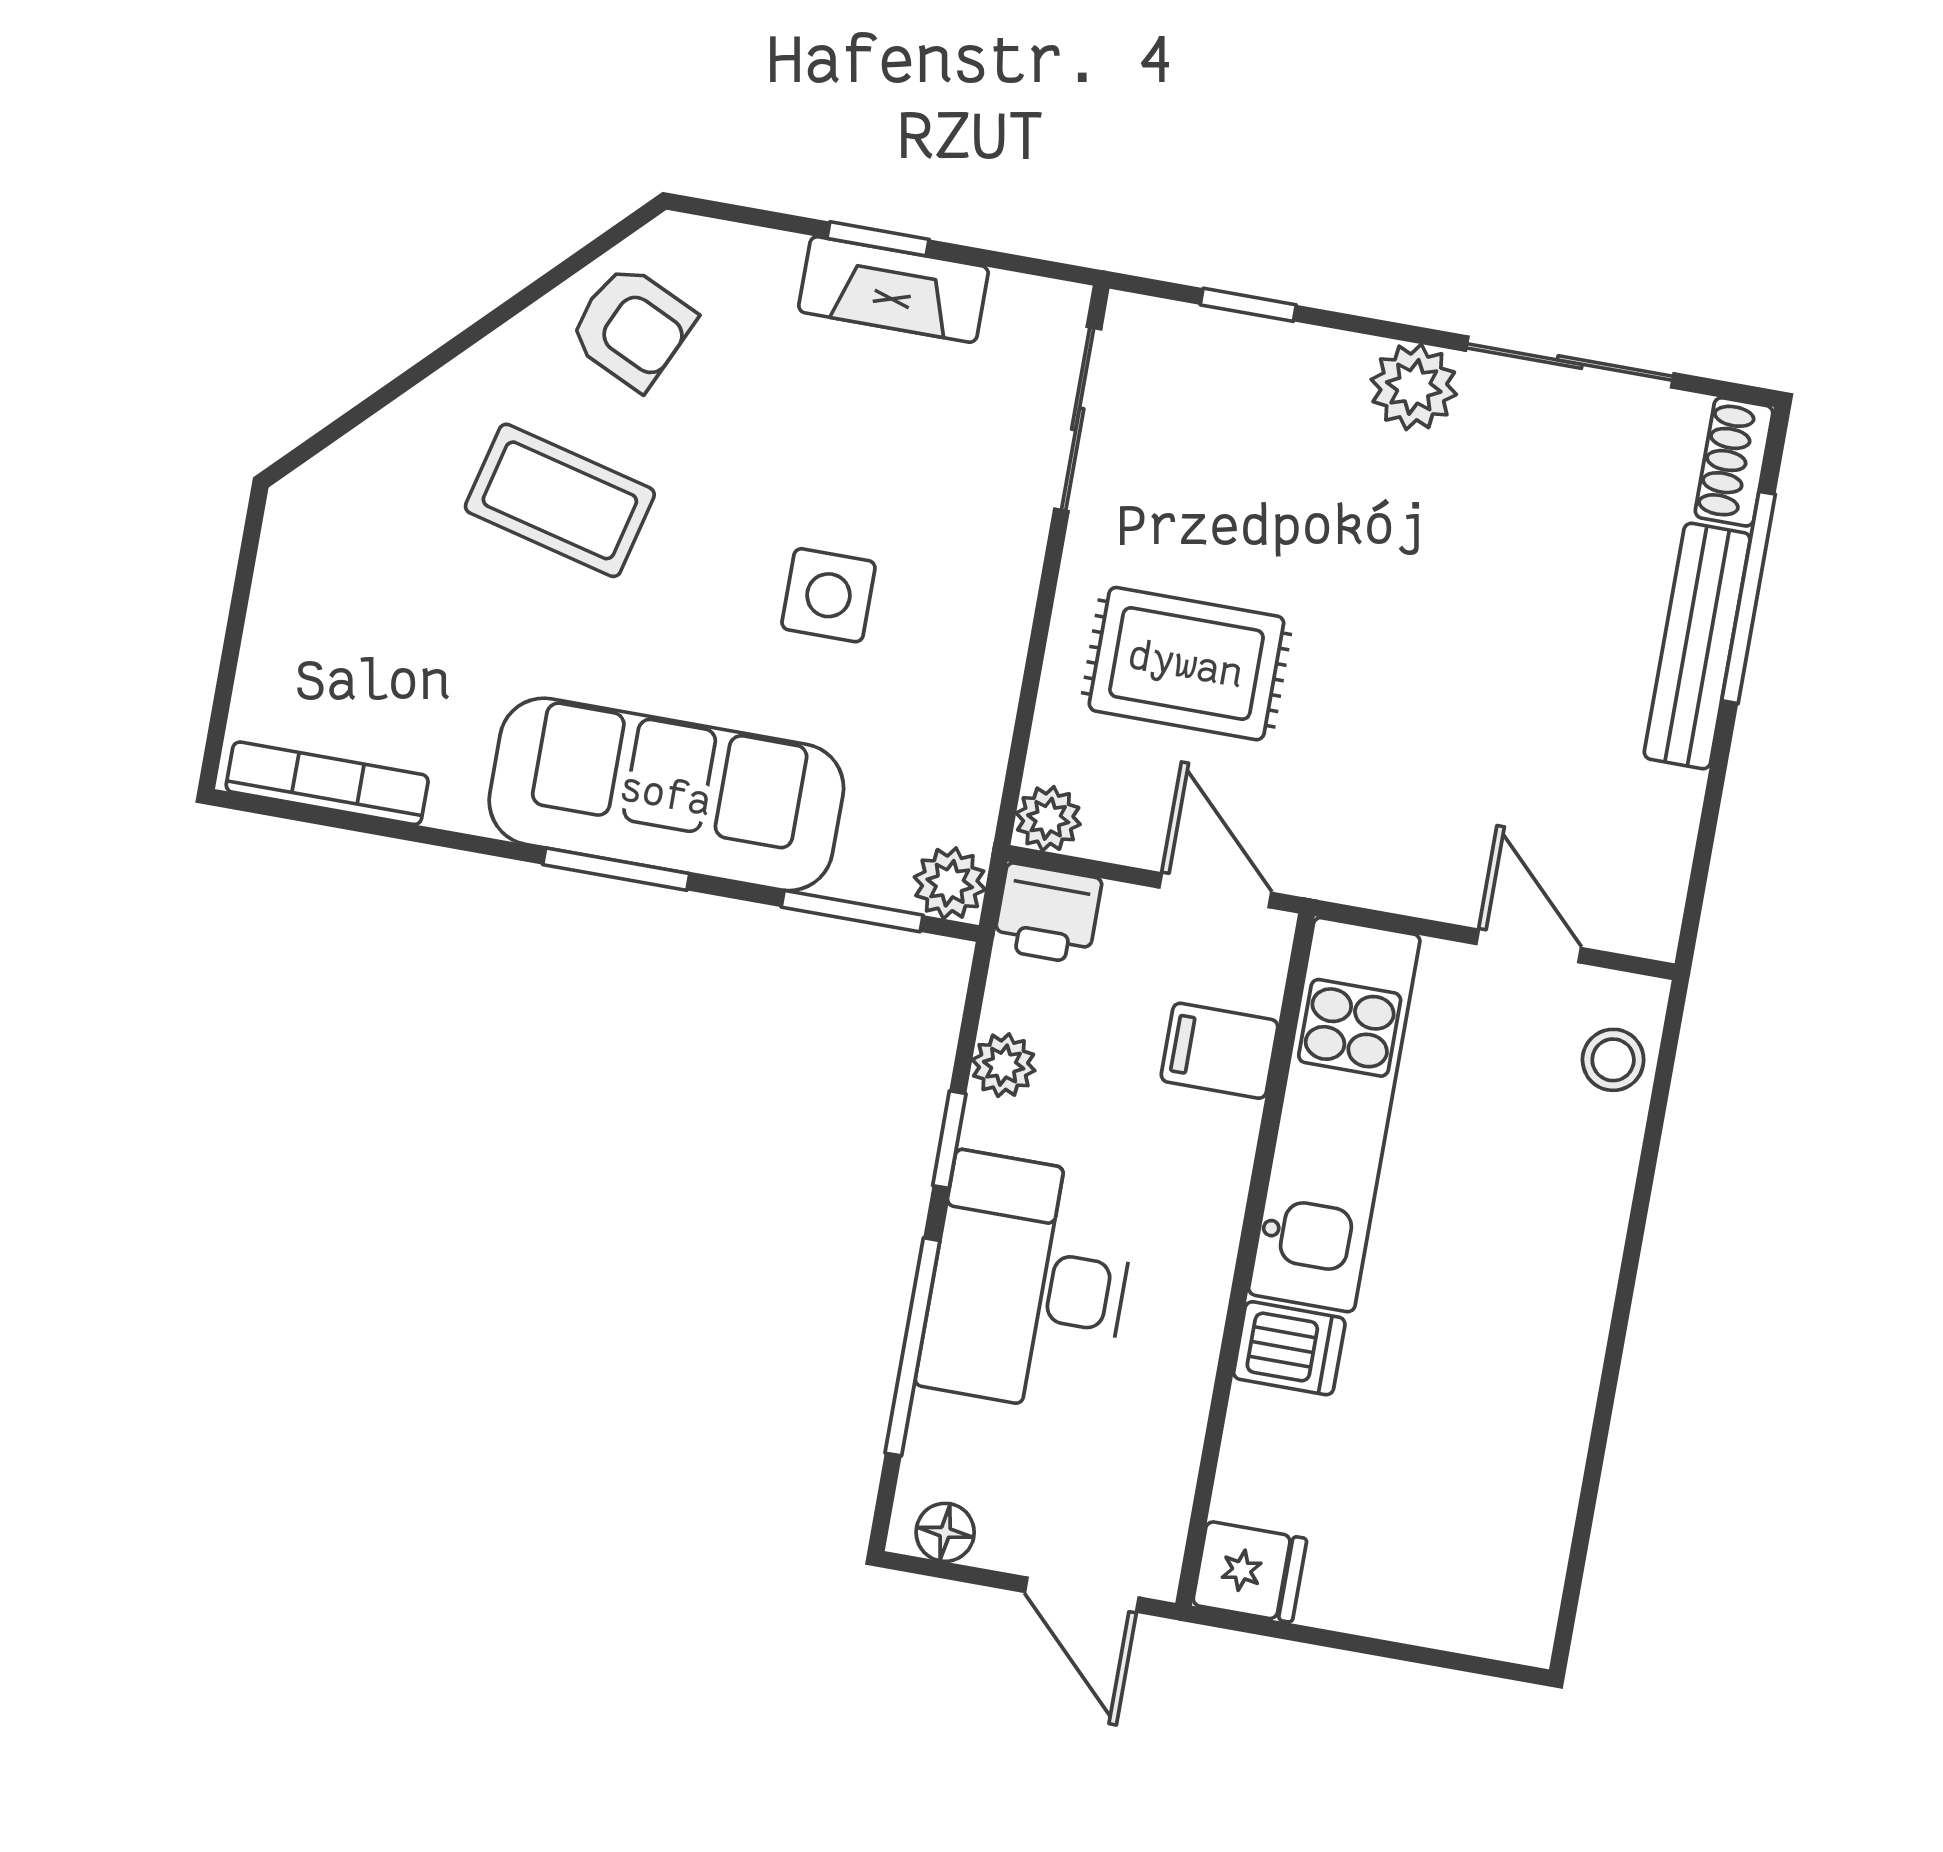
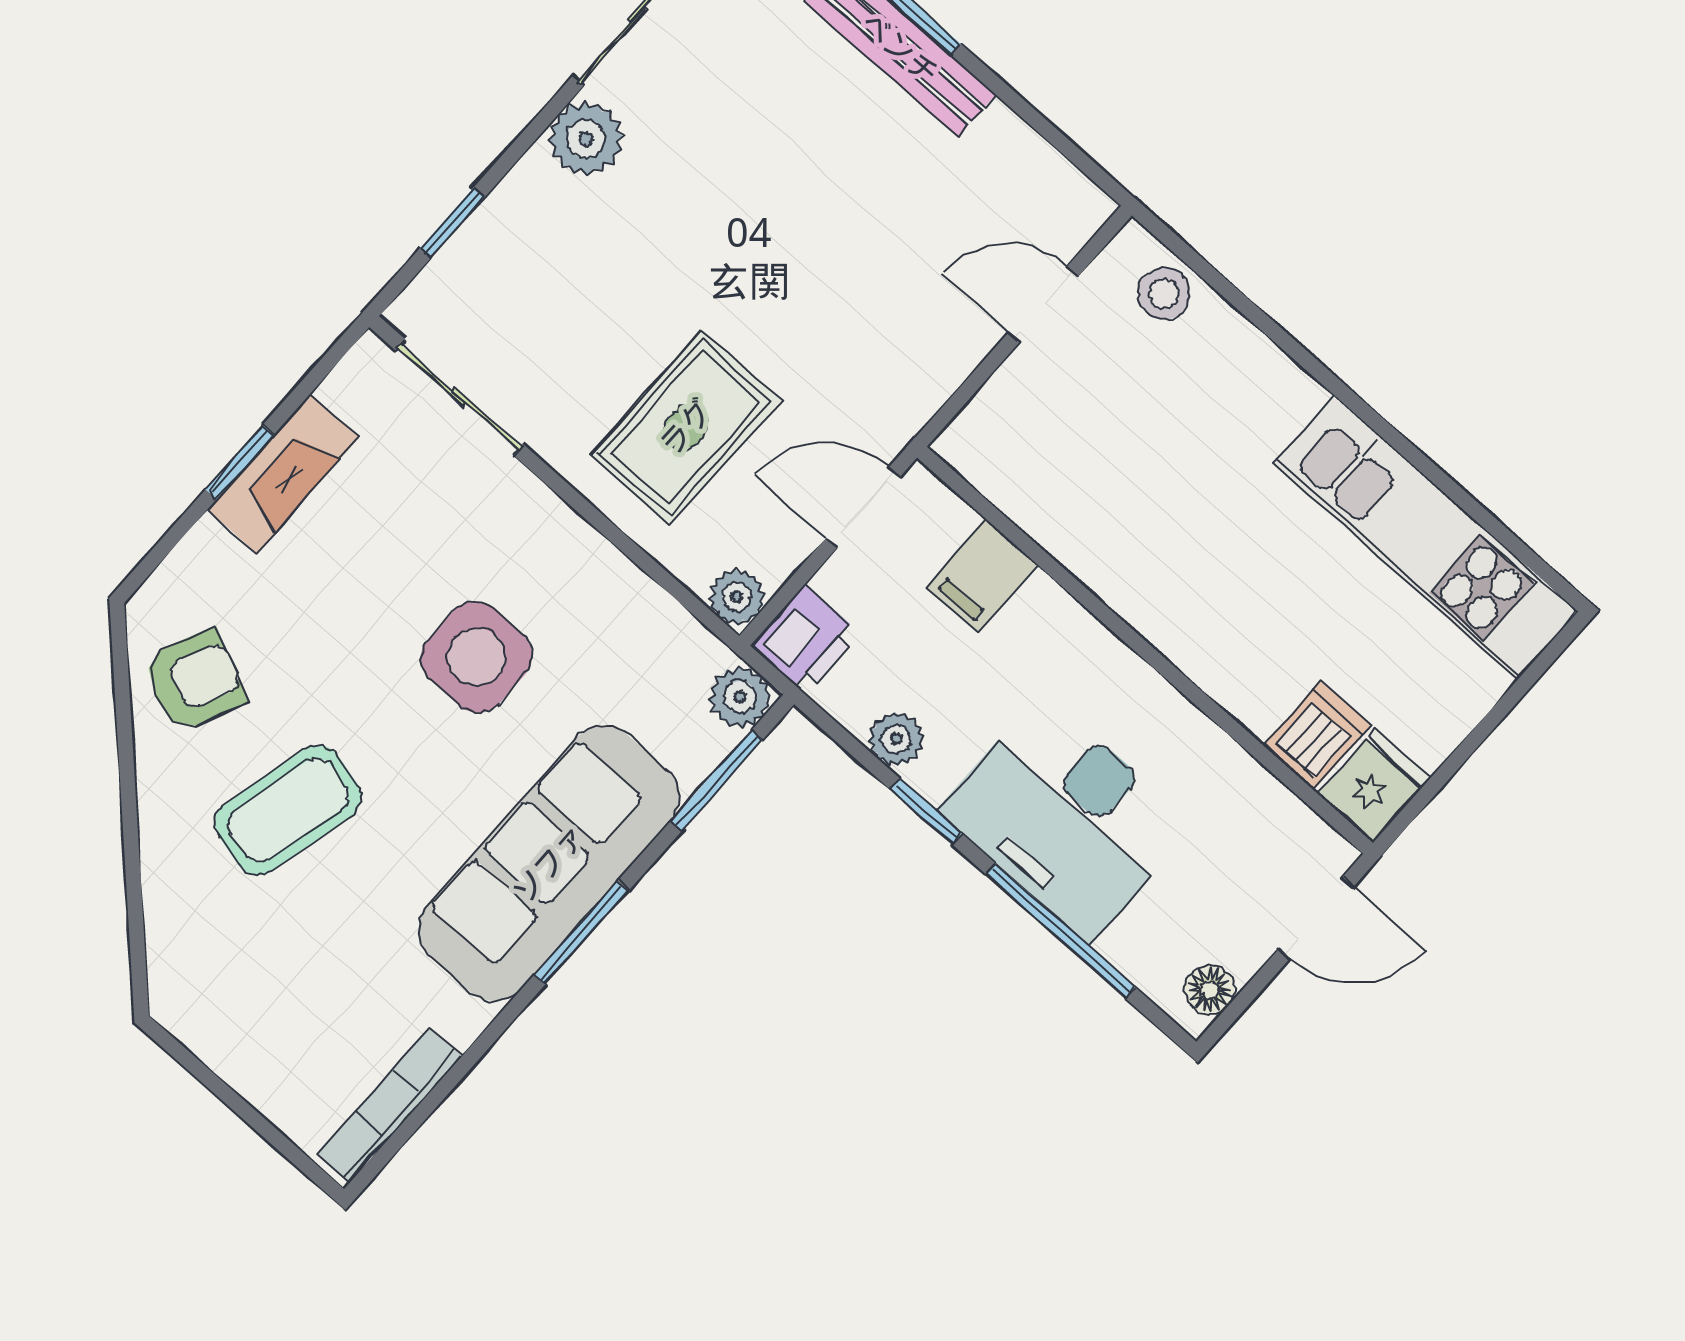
side table: (828, 595) -> (477, 657), width x1.37, depth x1.37
kitchen unit: (1334, 1115) -> (1426, 538), moved, turned 180
dishwasher: (1289, 1348) -> (1317, 736), moved

